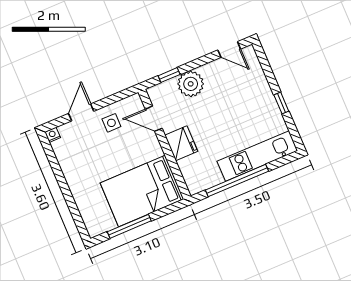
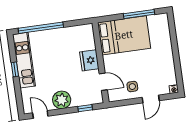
plant: (191, 84) -> (62, 100), moved
kitchen unit: (257, 156) -> (24, 60), moved, turned -90
window: (237, 181) -> (41, 28), moved

